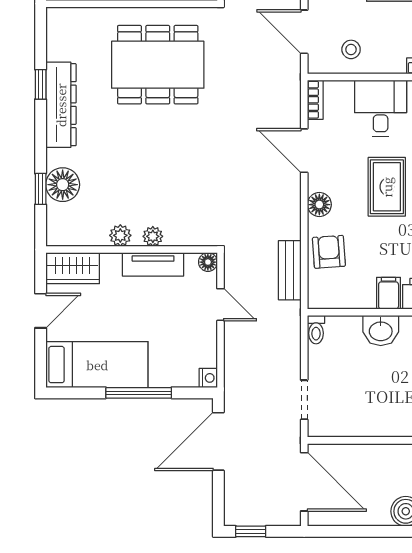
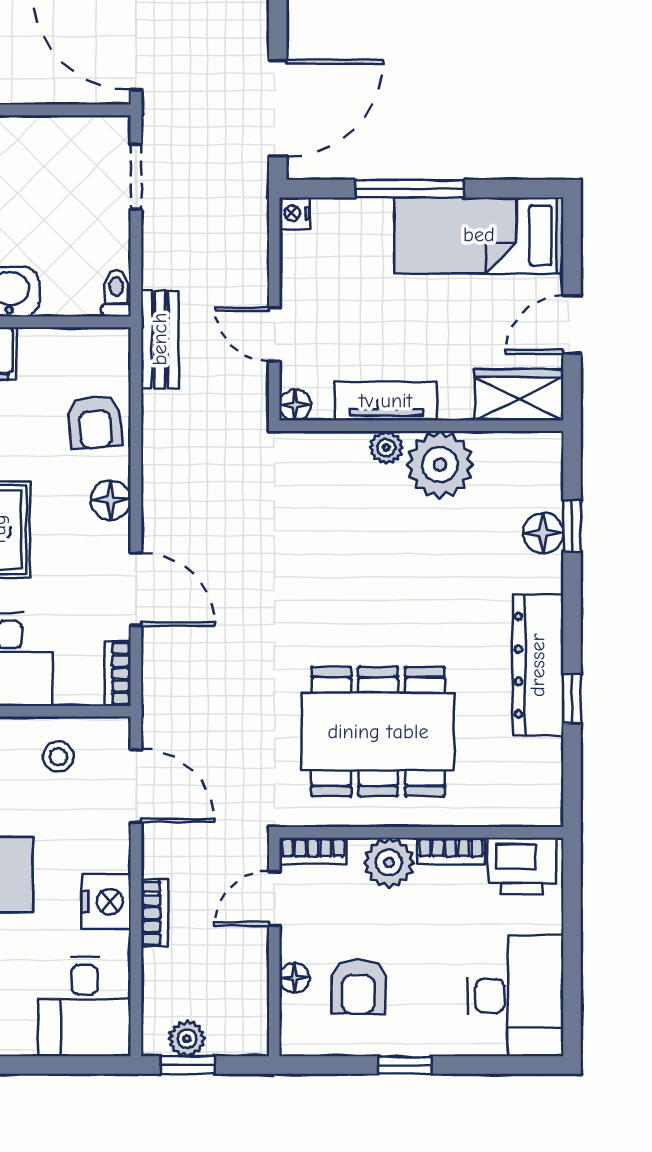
floor lamp: (63, 185) -> (543, 533), width x0.73, depth x0.73
plant: (120, 235) -> (440, 465), width x1.87, depth x1.87
bench: (290, 270) -> (160, 339), moved

